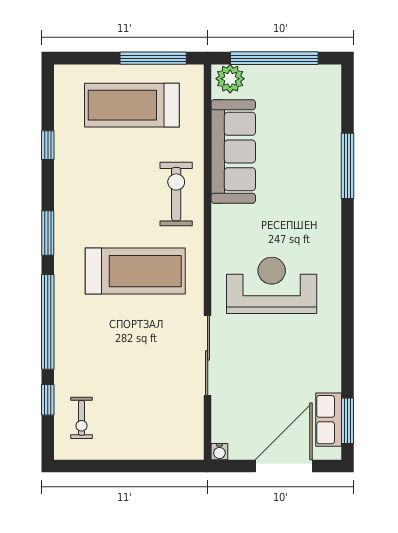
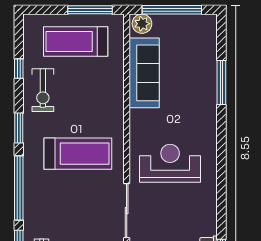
exercise bike: (176, 194) -> (43, 90), moved, turned 180

